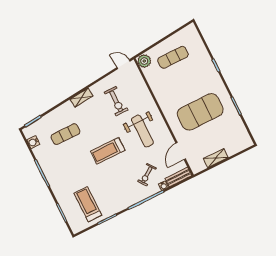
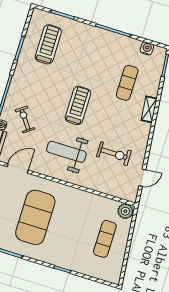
door: (124, 64) -> (142, 178), moved
shelving: (81, 98) -> (149, 109), moved
exercise bike: (116, 101) -> (114, 154), turned 180
door: (181, 151) -> (18, 168), hinge flipped
treadmill: (88, 204) -> (48, 44), turned -90

